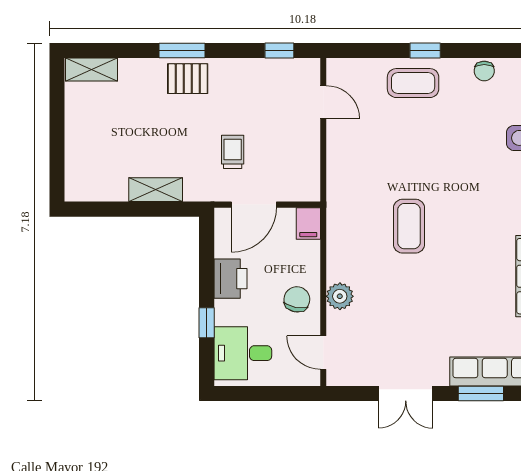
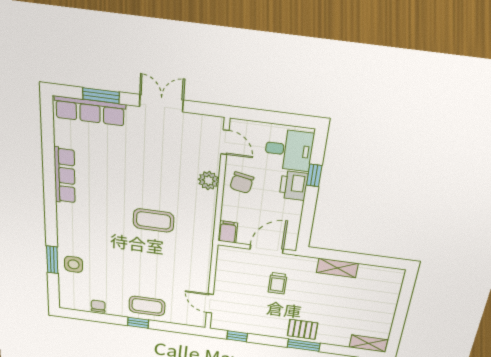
coffee table: (409, 226) -> (154, 220), turned 90
printer: (230, 279) -> (294, 186), moved

